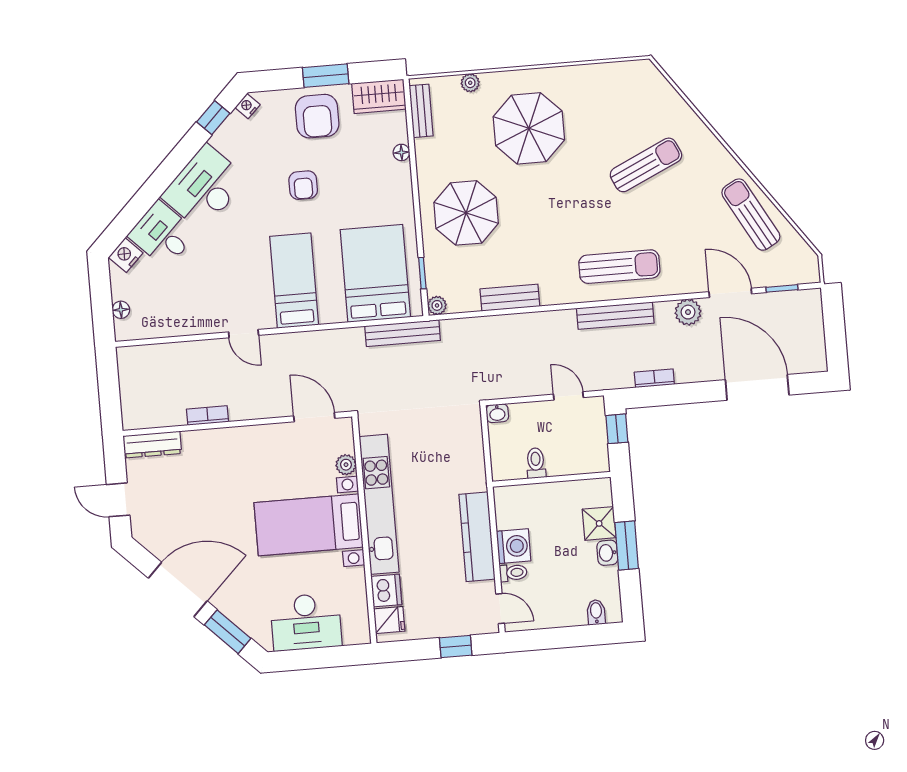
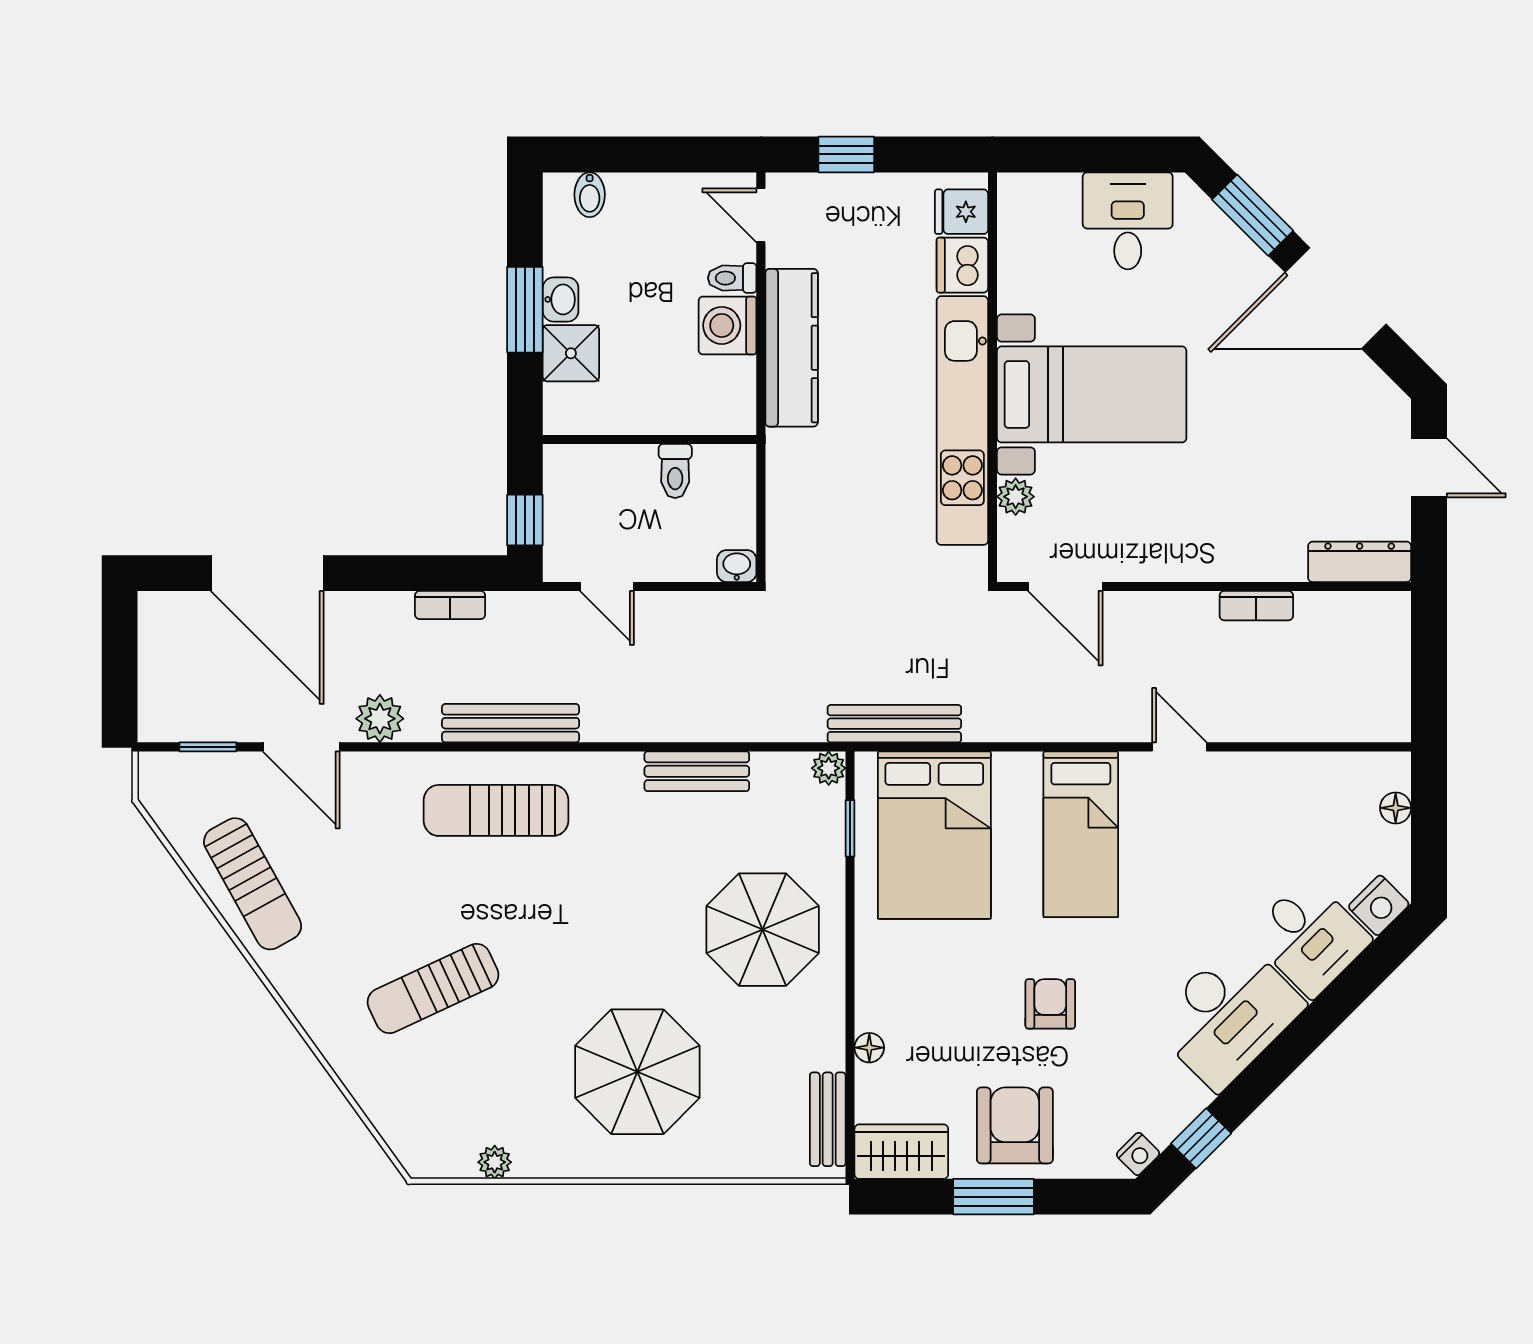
plant: (470, 83) -> (495, 1162), moved
desk: (306, 622) -> (1128, 221), width x0.73

